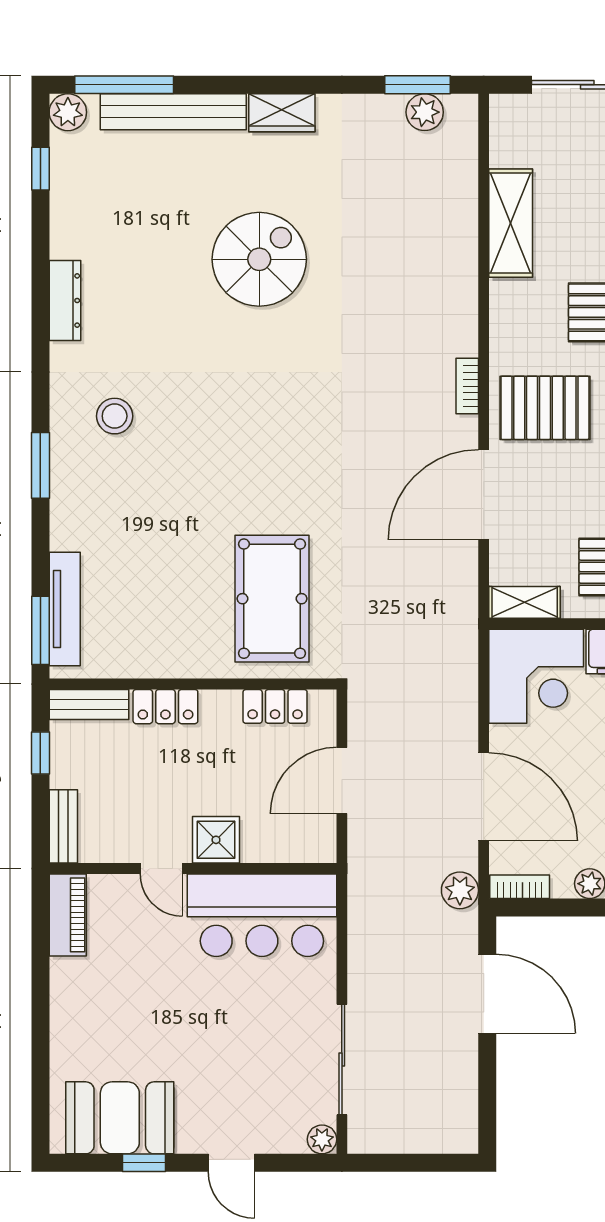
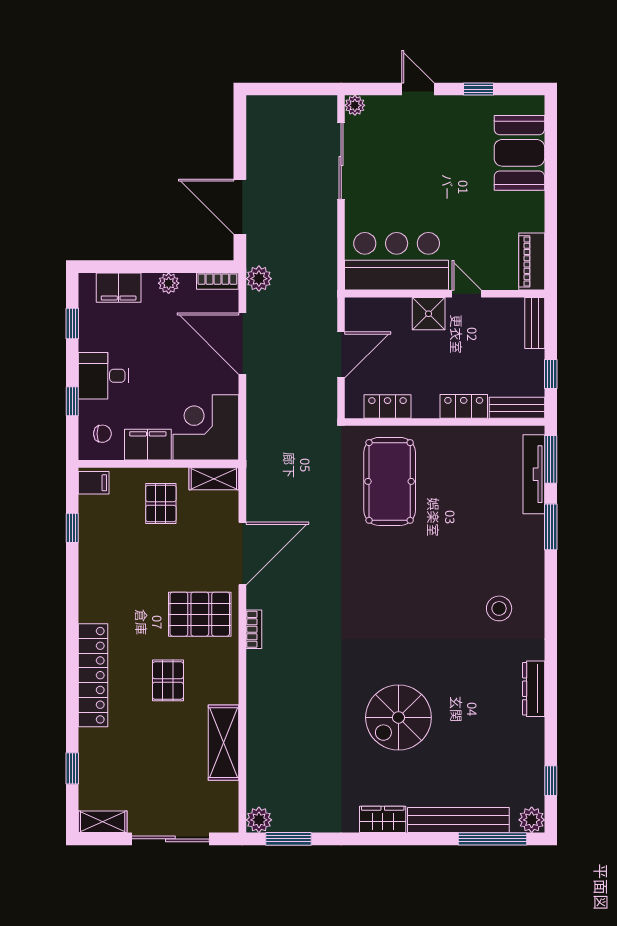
plant: (425, 112) -> (259, 820), moved
window: (40, 465) -> (551, 527), moved
booth: (120, 1118) -> (519, 153), moved, turned 90

